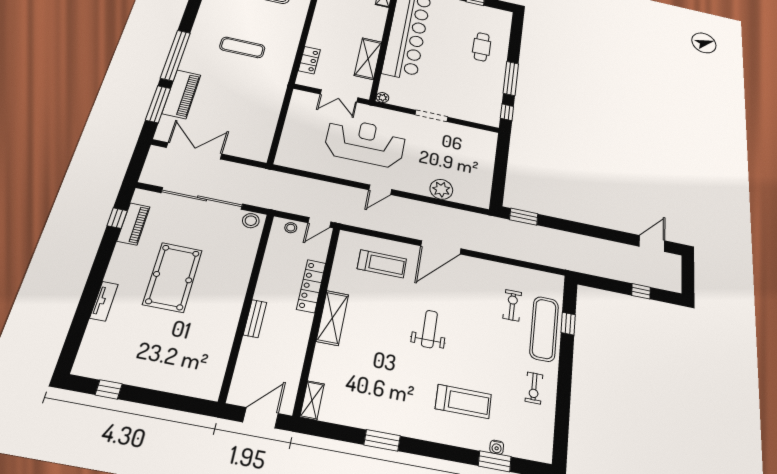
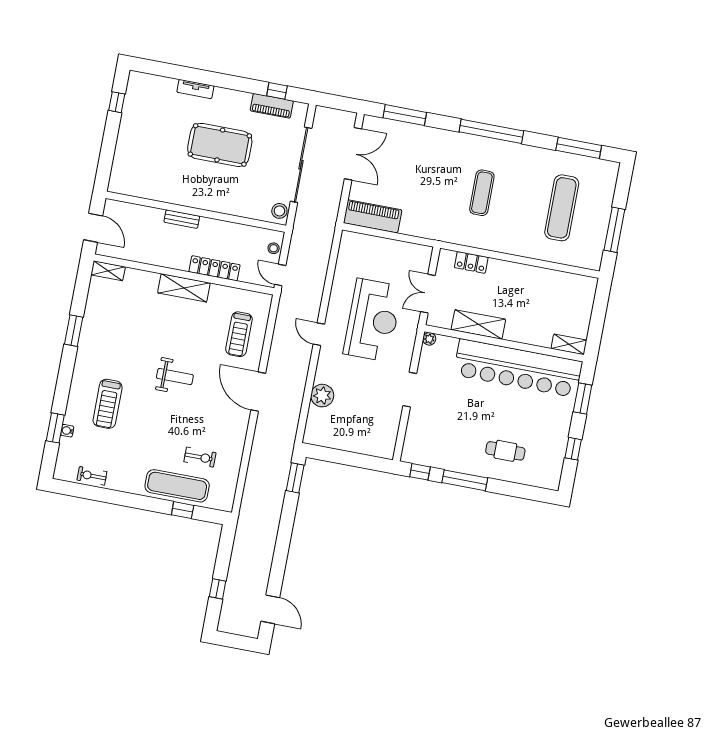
window: (175, 55) -> (491, 131), moved
piano: (182, 94) -> (373, 216), moved, turned 180
exercise bike: (534, 388) -> (92, 476), moved

